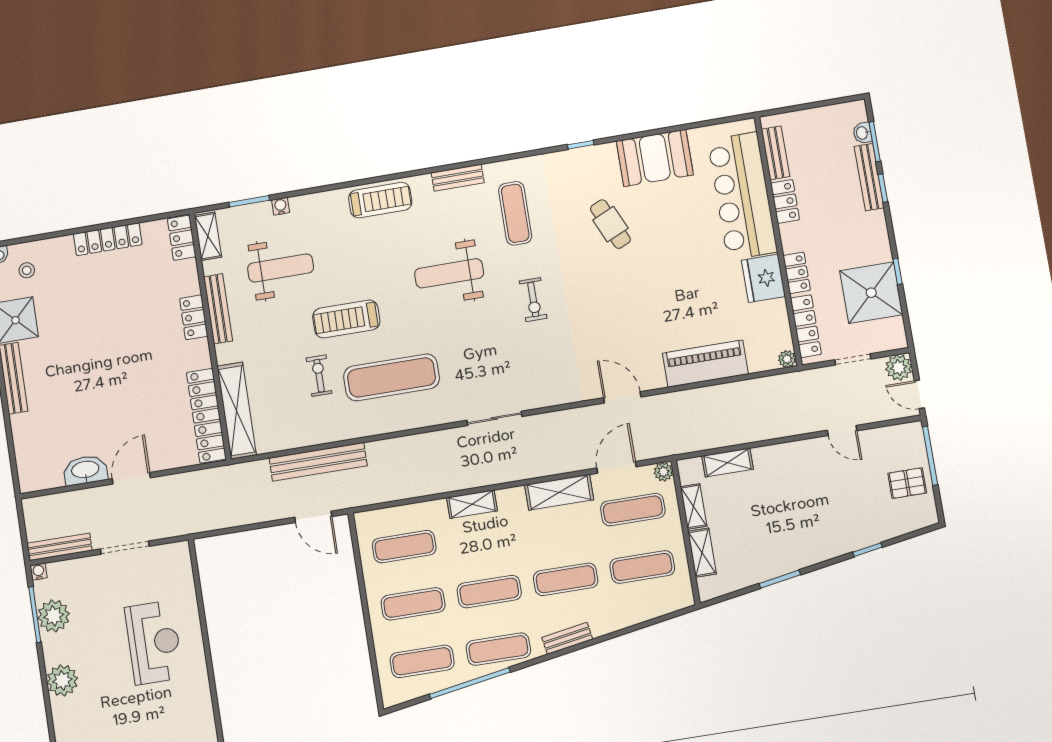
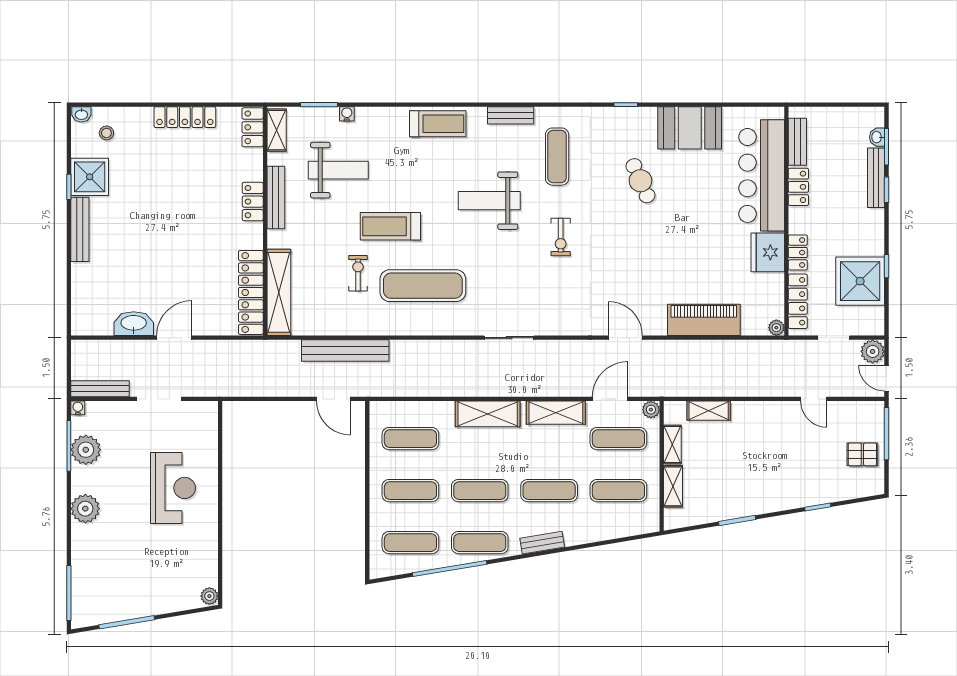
shelving: (472, 504) -> (488, 414), width x1.50, depth x1.33

